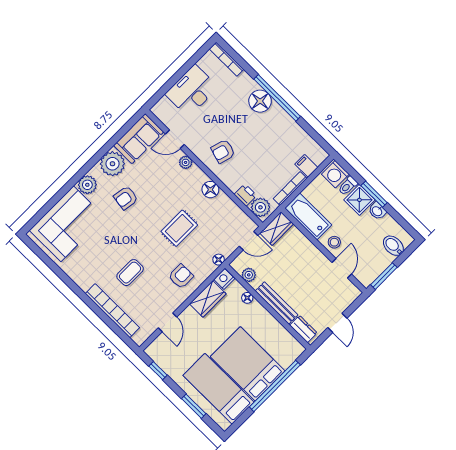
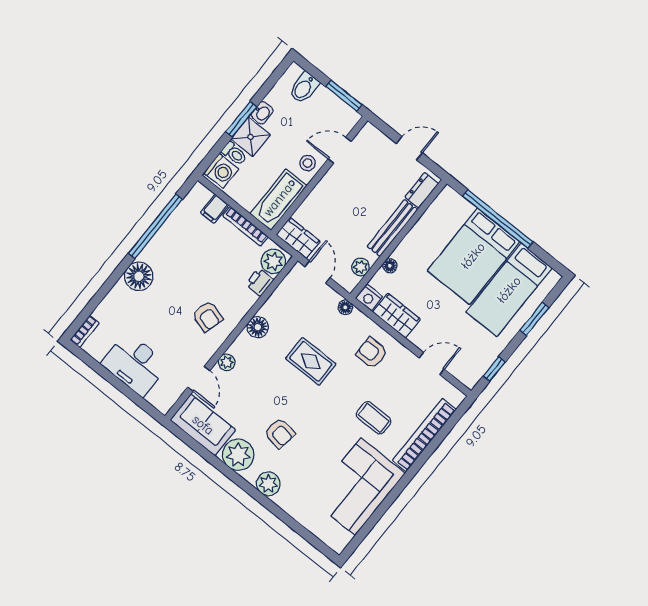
bookcase: (227, 59) -> (85, 331), width x0.64
window: (277, 98) -> (155, 226), moved
corner sofa: (67, 224) -> (358, 487), moved, turned -90

